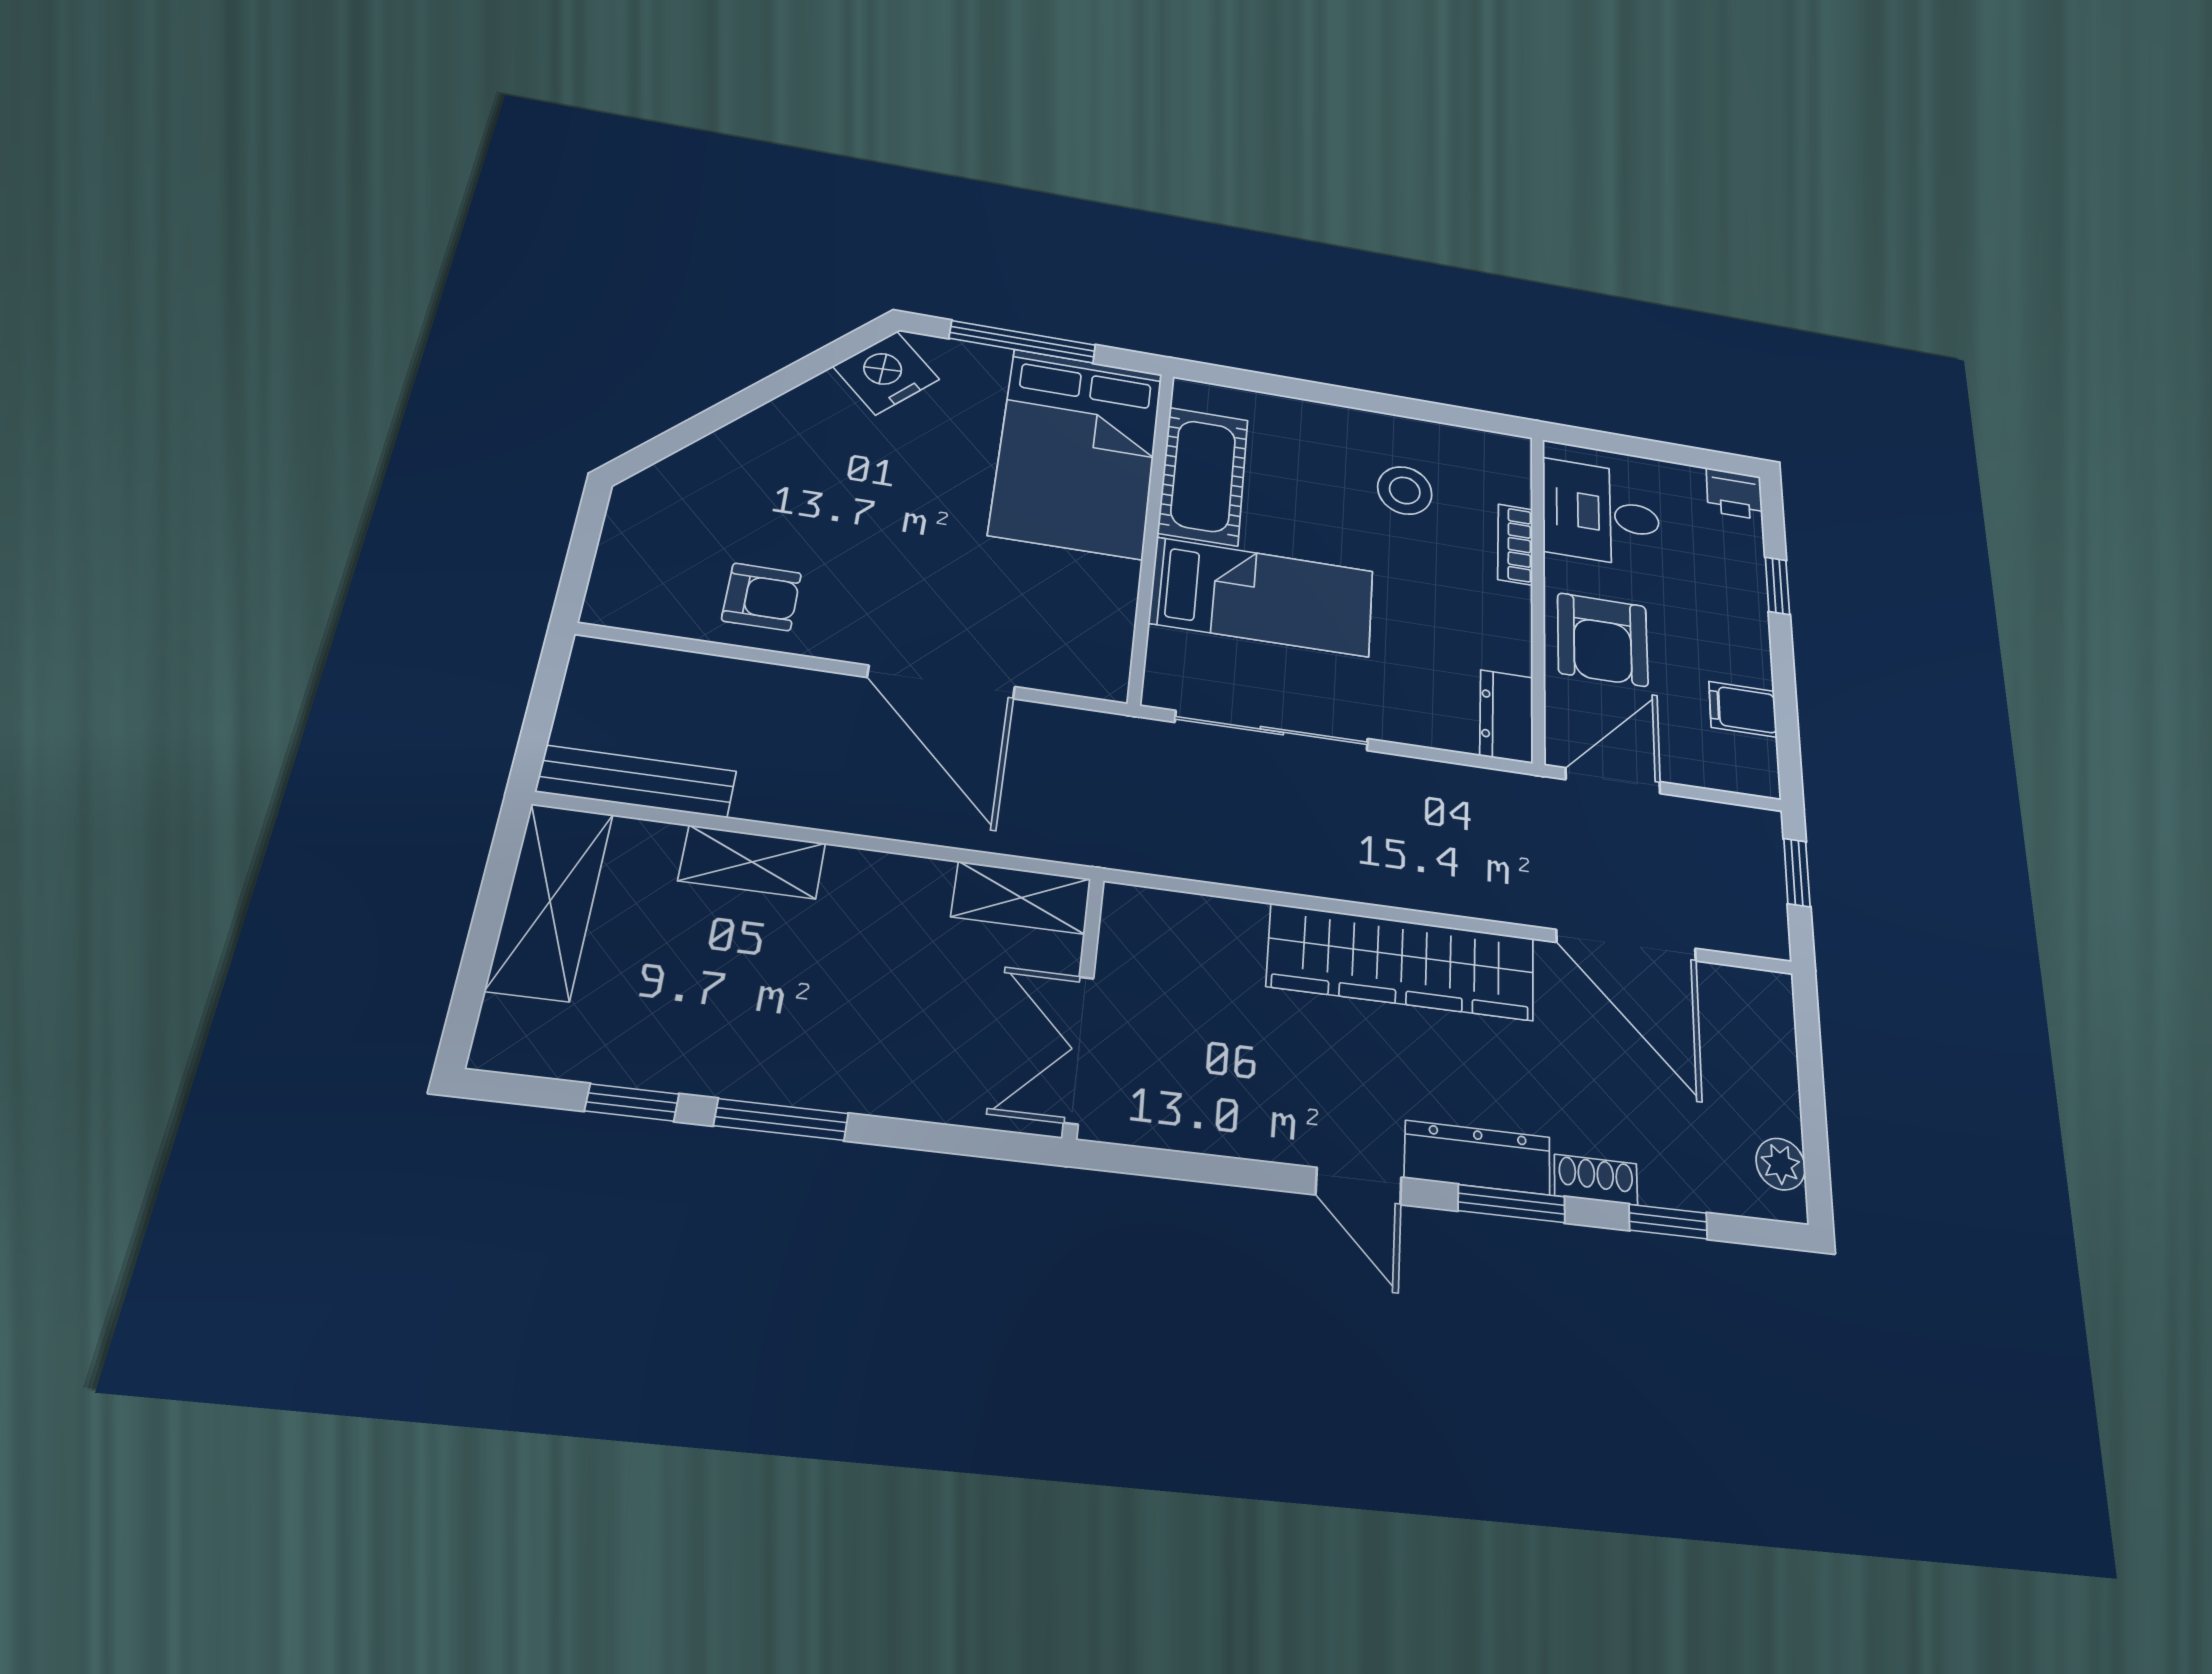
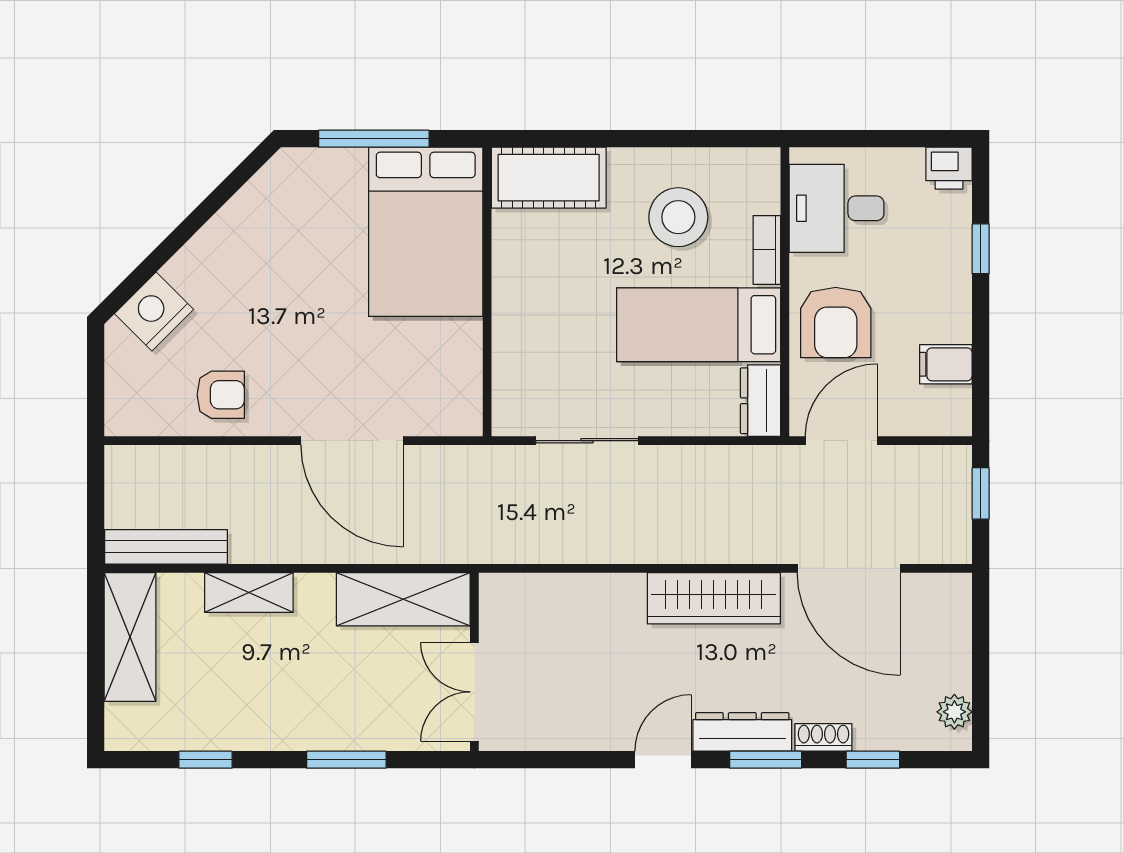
nightstand: (886, 373) -> (154, 312), moved
cot: (1203, 476) -> (549, 178), moved, turned 90
stool: (1405, 490) -> (678, 217), width x1.38, depth x1.38
bed: (1262, 597) -> (699, 325), moved, turned 180
sliding door: (1272, 731) -> (587, 441), width x0.73
shelving: (1021, 898) -> (403, 599), width x1.50, depth x1.33
wardrobe: (1402, 962) -> (714, 598), width x0.71, depth x0.85
window: (781, 1120) -> (346, 760), moved
door: (1359, 1186) -> (663, 760), swing flipped

